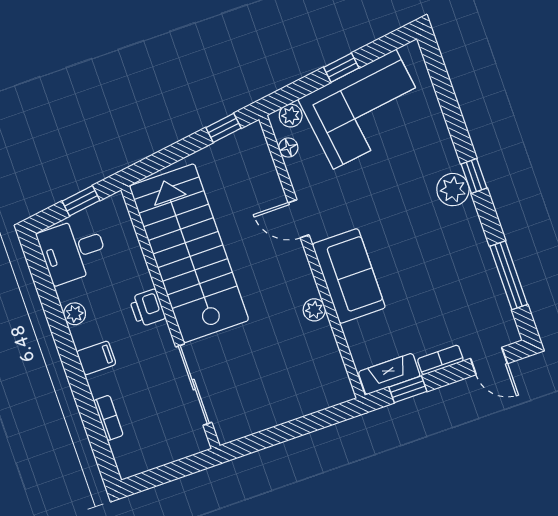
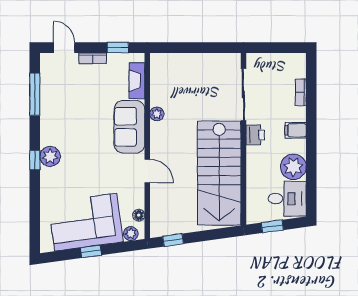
printer: (147, 308) -> (255, 135), moved
plant: (75, 314) -> (293, 167), width x1.88, depth x1.88
fireplace: (389, 374) -> (137, 81), moved, turned 90

